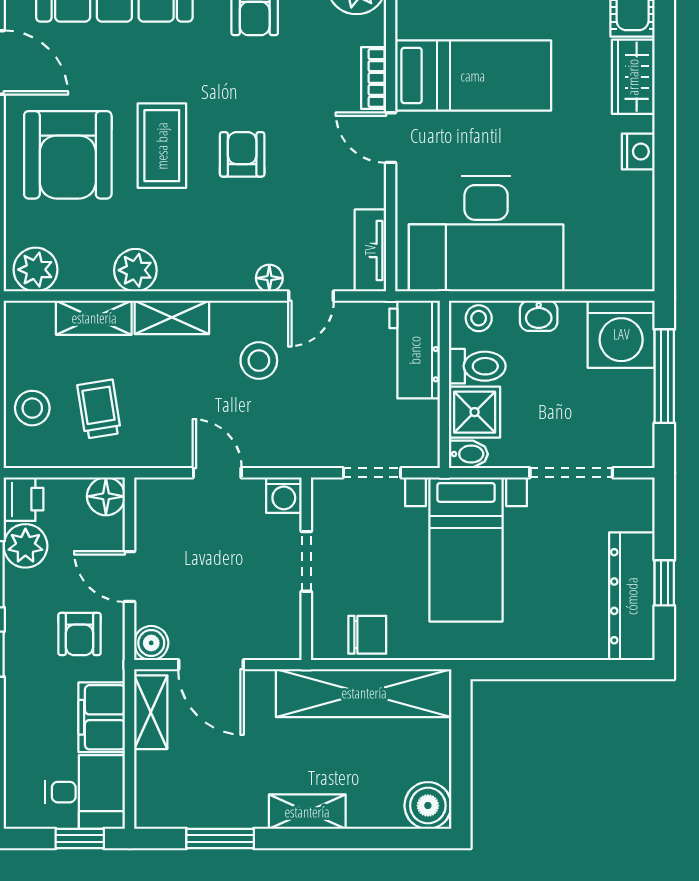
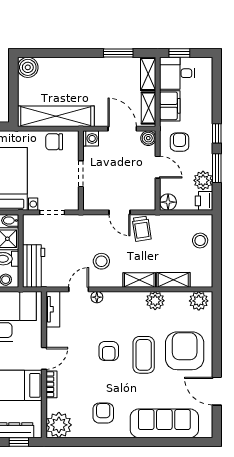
door: (391, 138) -> (44, 358), hinge flipped
trolley: (99, 409) -> (142, 229), moved
washing machine: (284, 495) -> (91, 138), moved, turned 90
shelving: (307, 812) -> (148, 74), moved, turned 90

